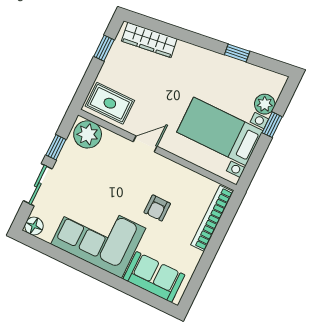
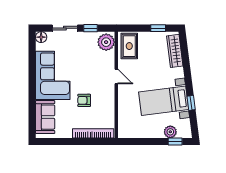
window: (272, 125) -> (175, 141), moved
bed with nightstands: (220, 131) -> (164, 101), moved, turned -97

